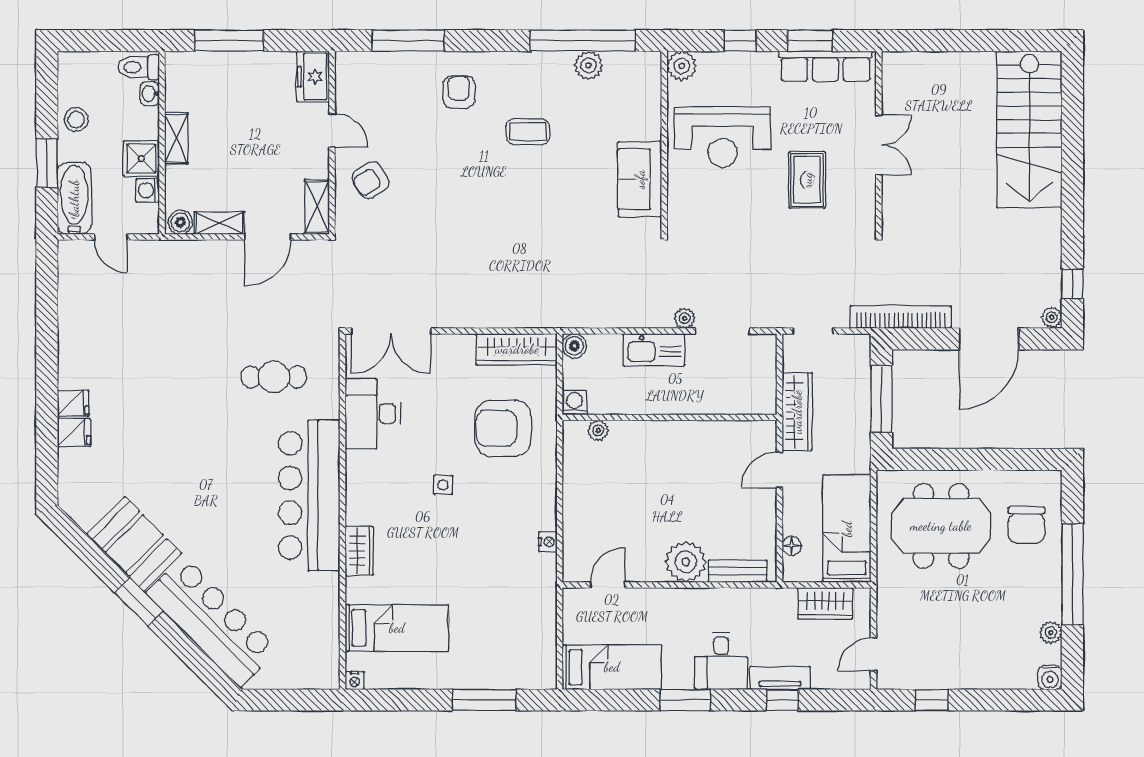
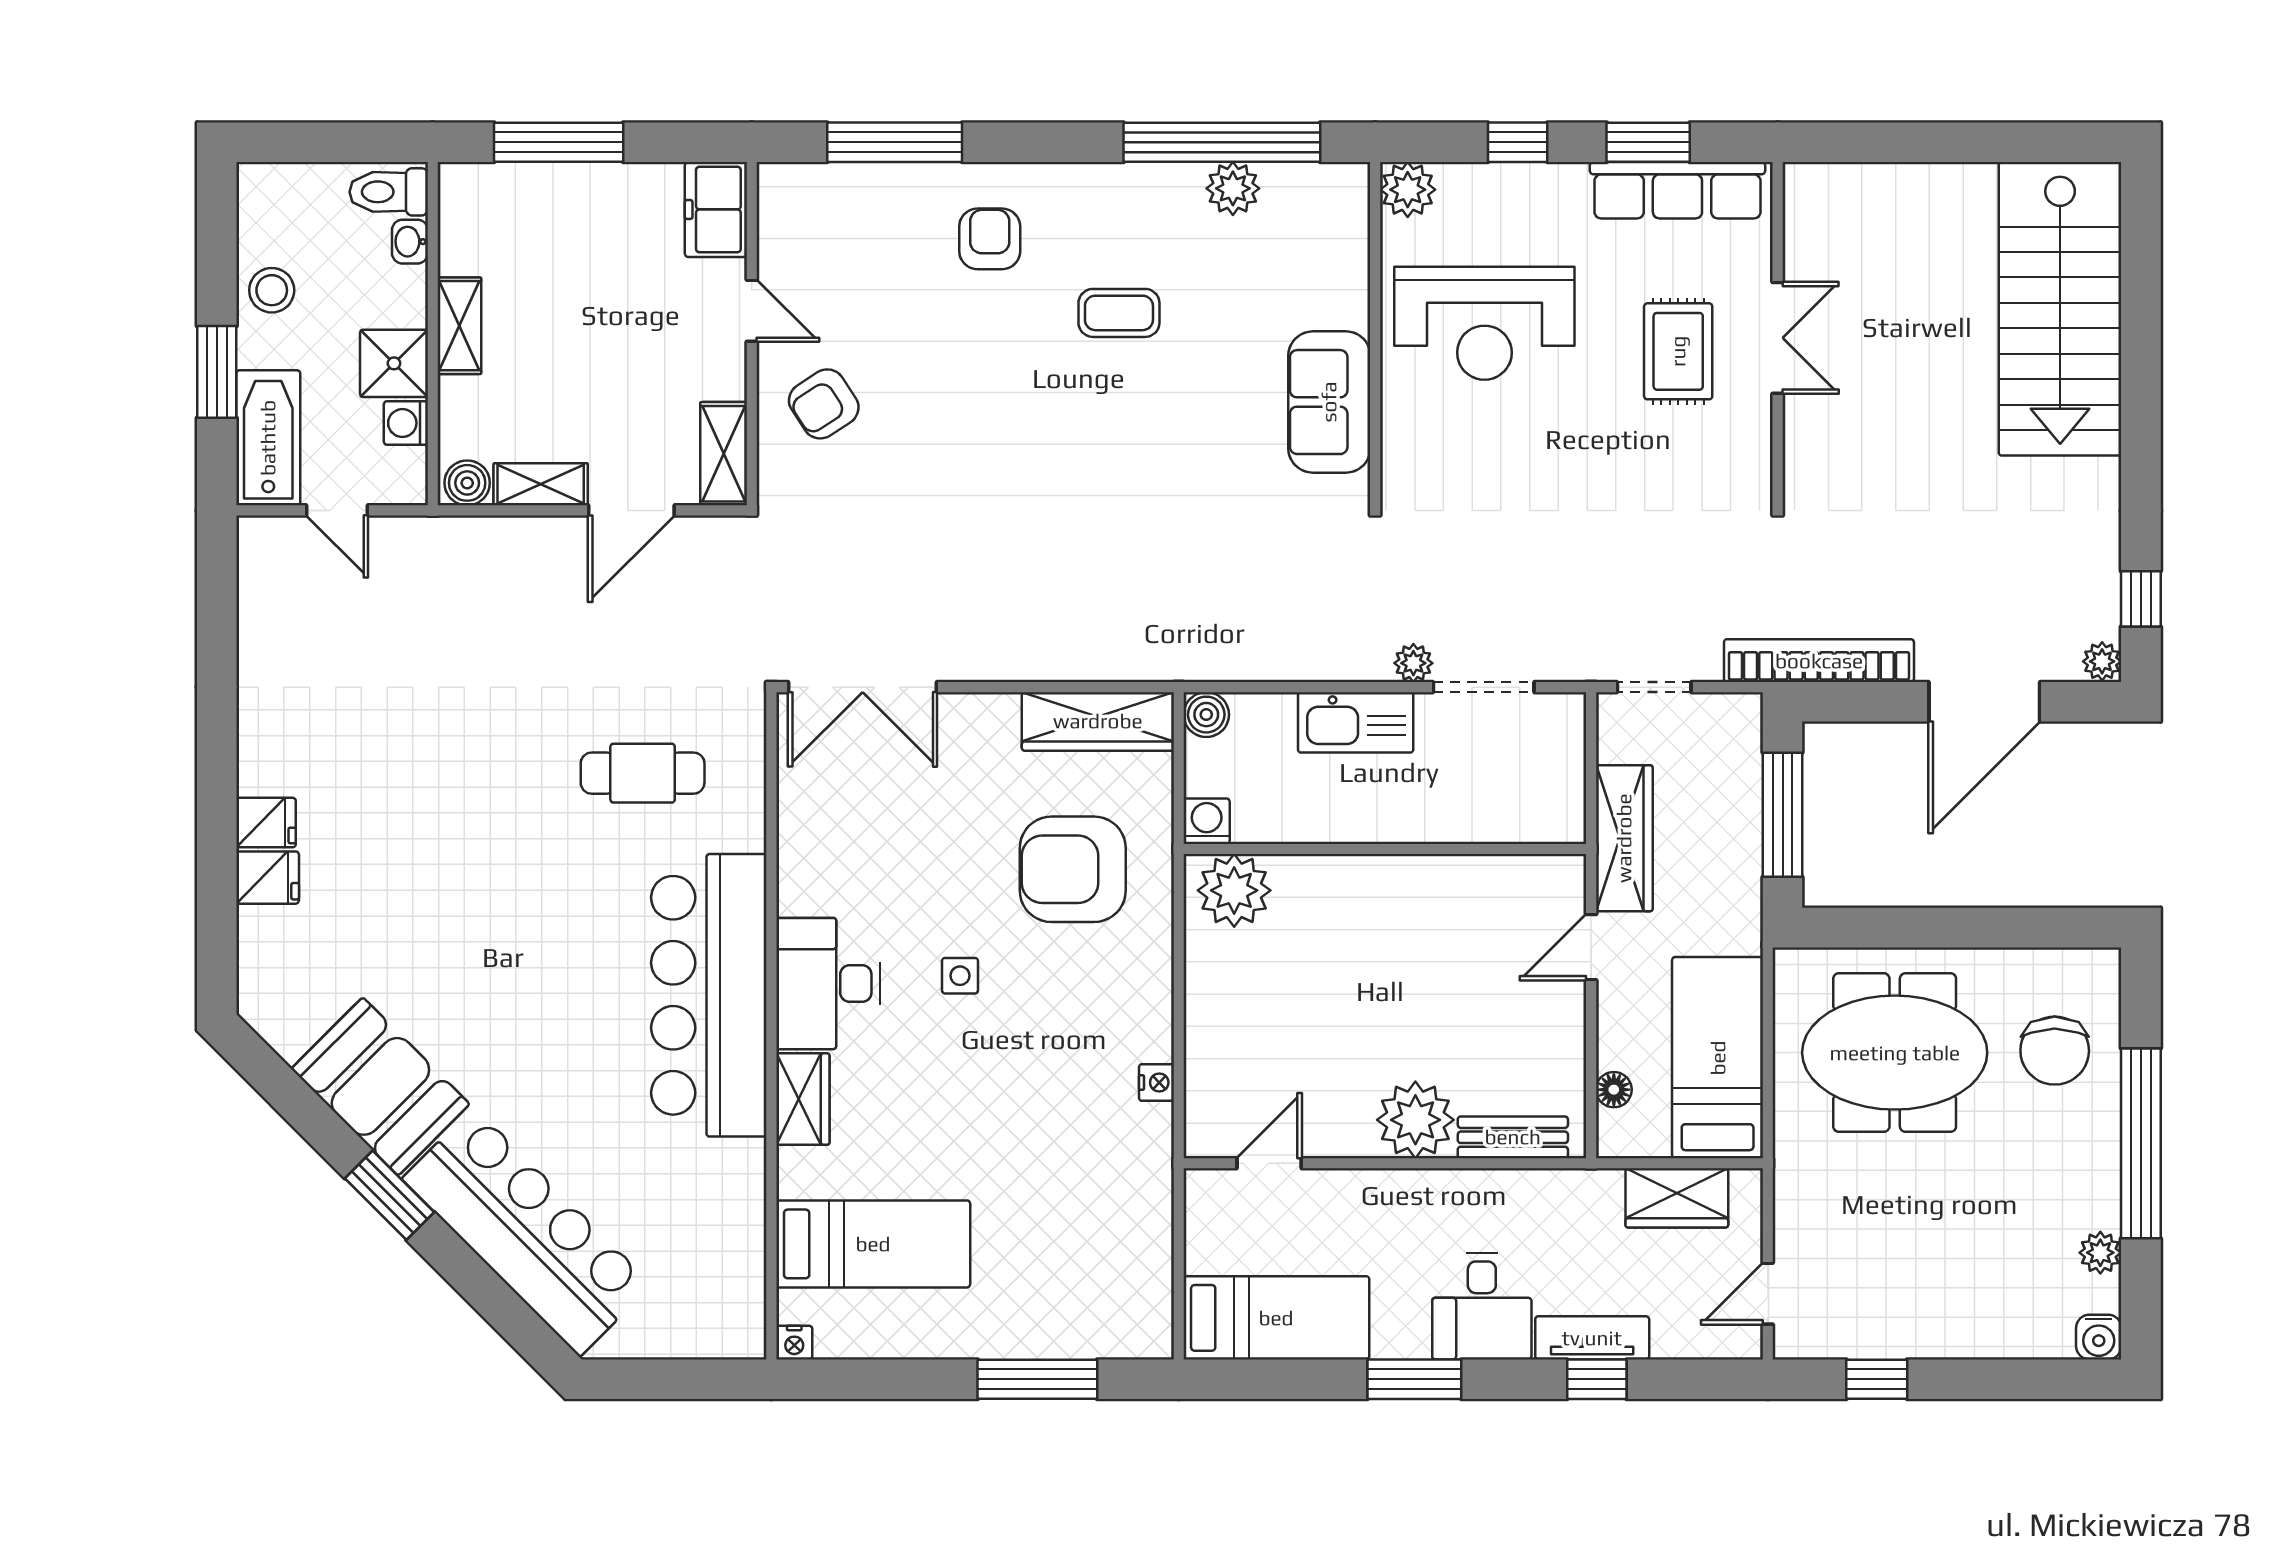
rug: (807, 180) -> (1678, 351), moved
desk: (373, 414) -> (828, 984), moved
plant: (598, 430) -> (1234, 890), width x1.87, depth x1.87

